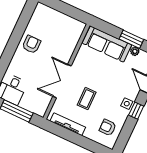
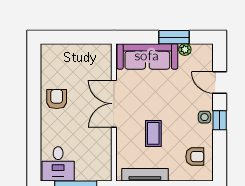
double door: (62, 81) -> (114, 104), moved
armchair: (108, 128) -> (195, 157), turned 180

